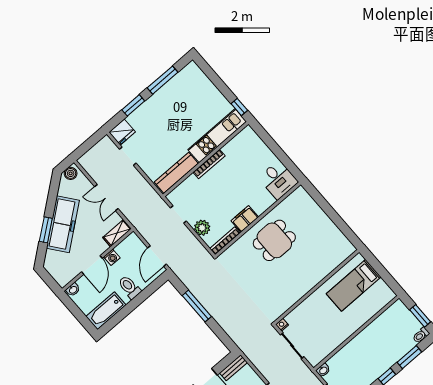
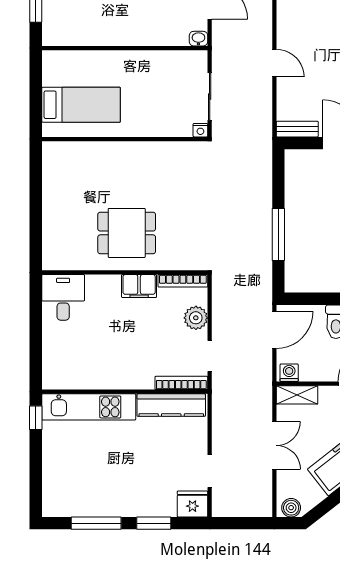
bookcase: (209, 164) -> (181, 383), moved
washing machine: (112, 257) -> (289, 373), moved

